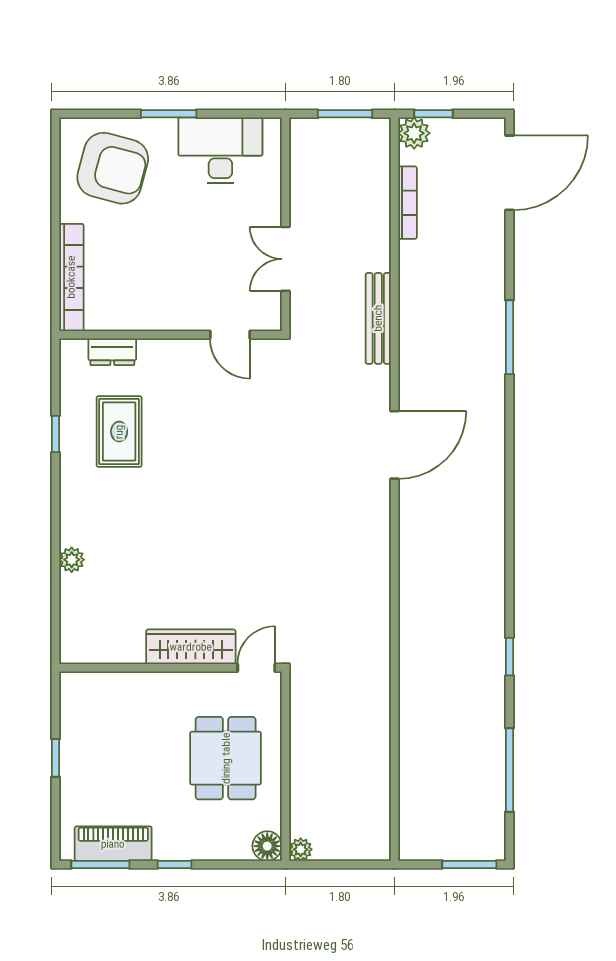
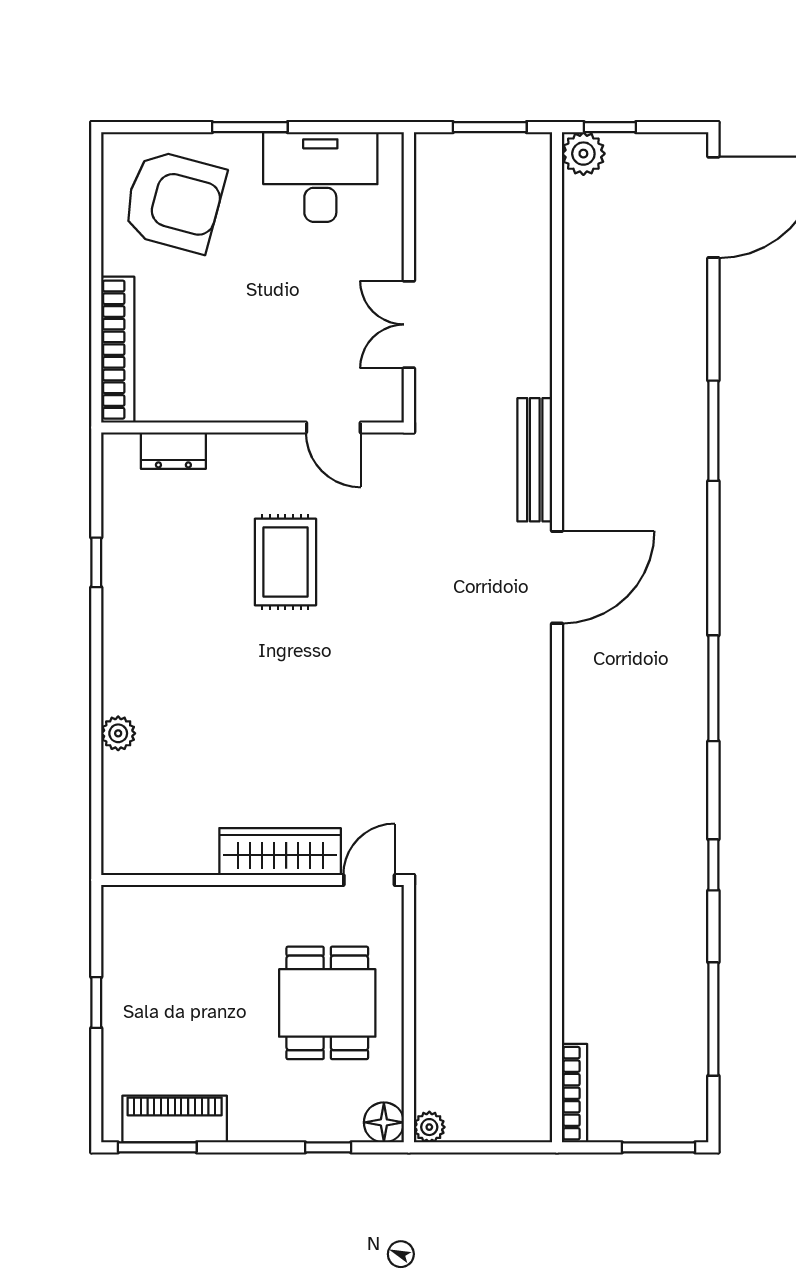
bookcase: (407, 203) -> (575, 1093), moved
bench: (378, 318) -> (535, 460), moved
rug: (119, 432) -> (285, 562), moved
window: (510, 527) -> (713, 688), added
window: (174, 864) -> (328, 1147), moved

